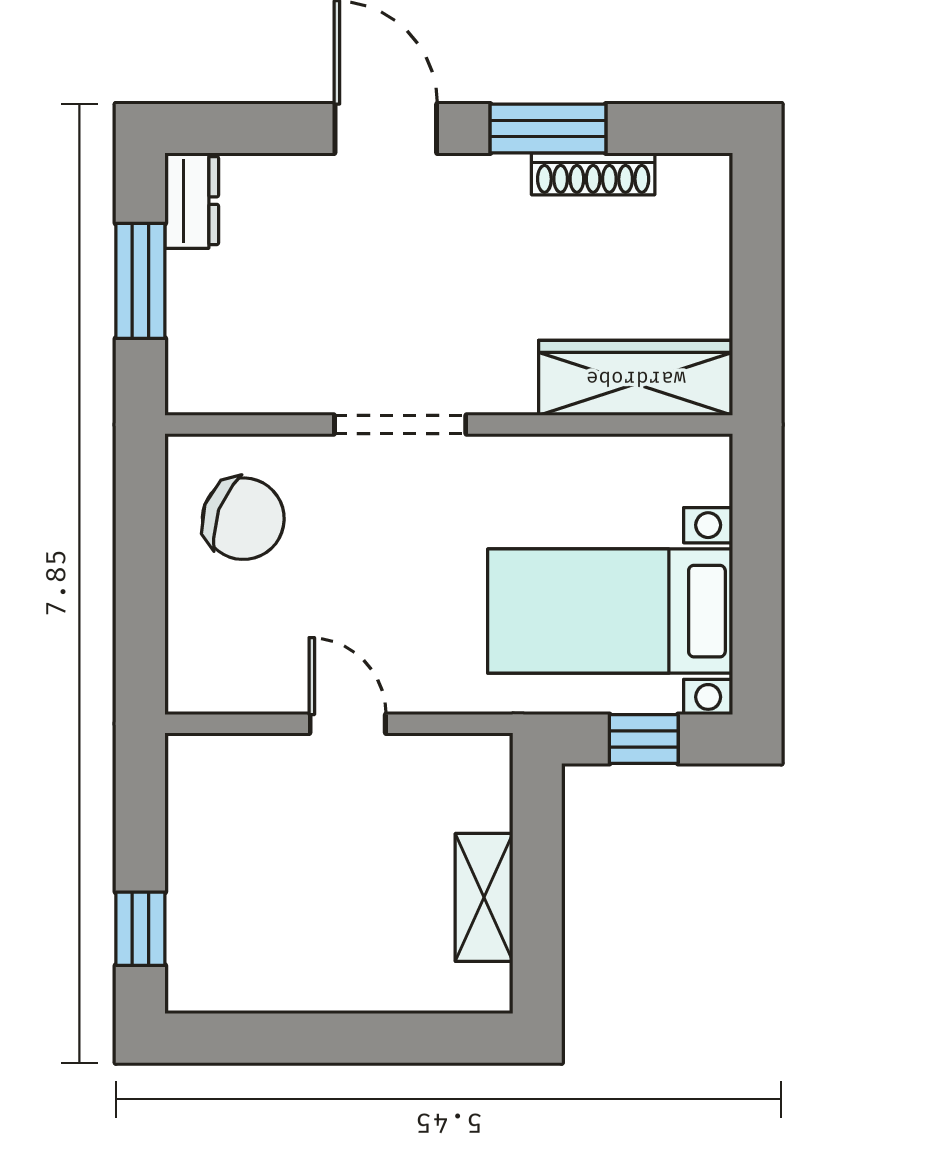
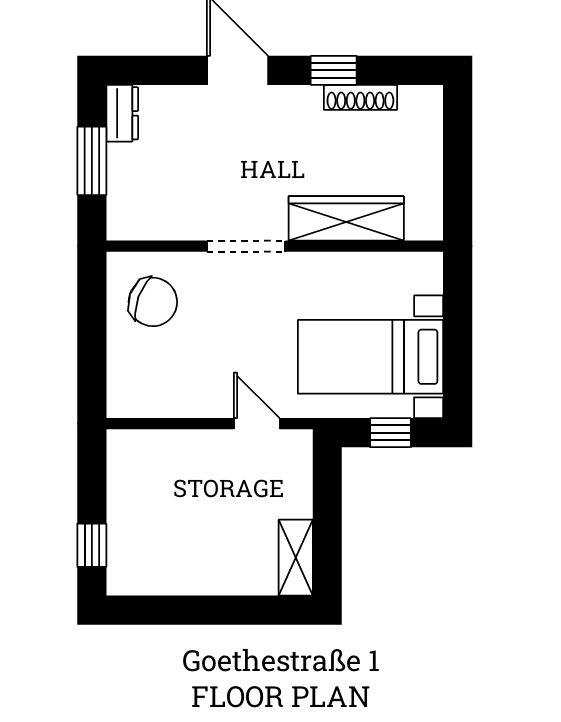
window: (548, 128) -> (334, 70), width x0.67
wardrobe: (636, 378) -> (346, 218), moved
door: (348, 724) -> (257, 424), moved
shelving: (484, 897) -> (296, 558), moved

